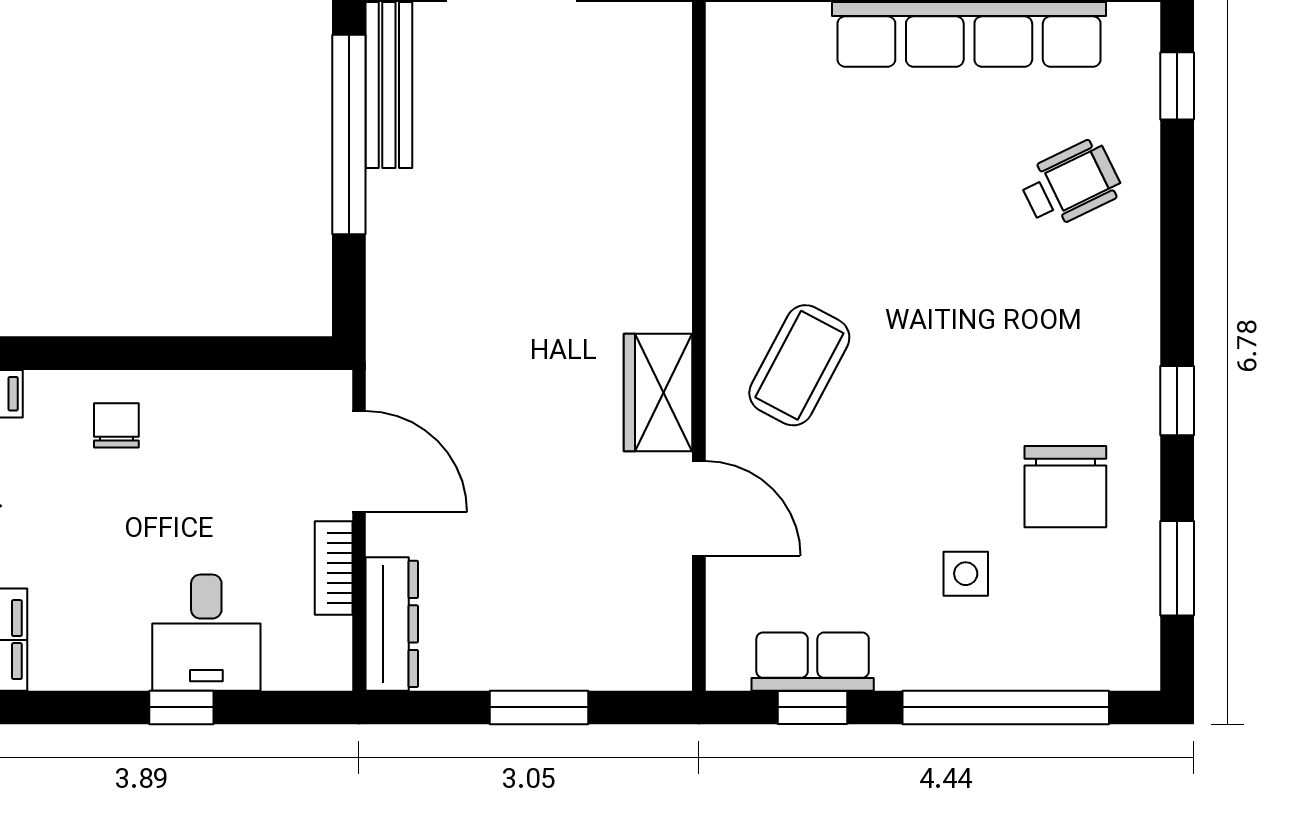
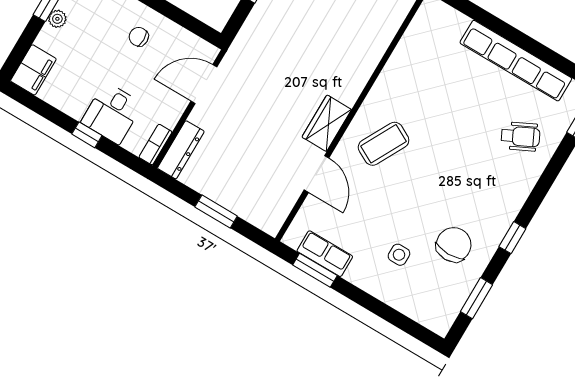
chair: (116, 425) -> (139, 37), moved, turned -90
door: (359, 462) -> (204, 84), swing flipped
chair: (1065, 487) -> (454, 245), turned 180
bookcase: (334, 568) -> (155, 144), moved
window: (813, 707) -> (315, 270), width x1.50
window: (1006, 707) -> (385, 312), removed

